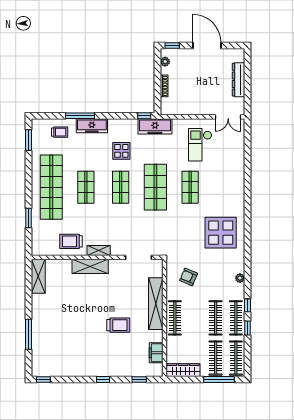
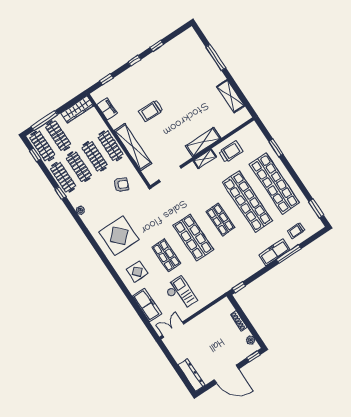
dresser: (238, 80) -> (192, 375), moved
freezer: (155, 126) -> (147, 305), moved, turned 90
display table: (121, 151) -> (137, 271), moved
shop shelf: (86, 187) -> (247, 201), width x2.00, depth x1.36
shelving: (38, 276) -> (231, 96), moved
clothes rail: (195, 318) -> (95, 156), added
window: (247, 328) -> (35, 155), moved
window: (43, 379) -> (157, 46), moved

